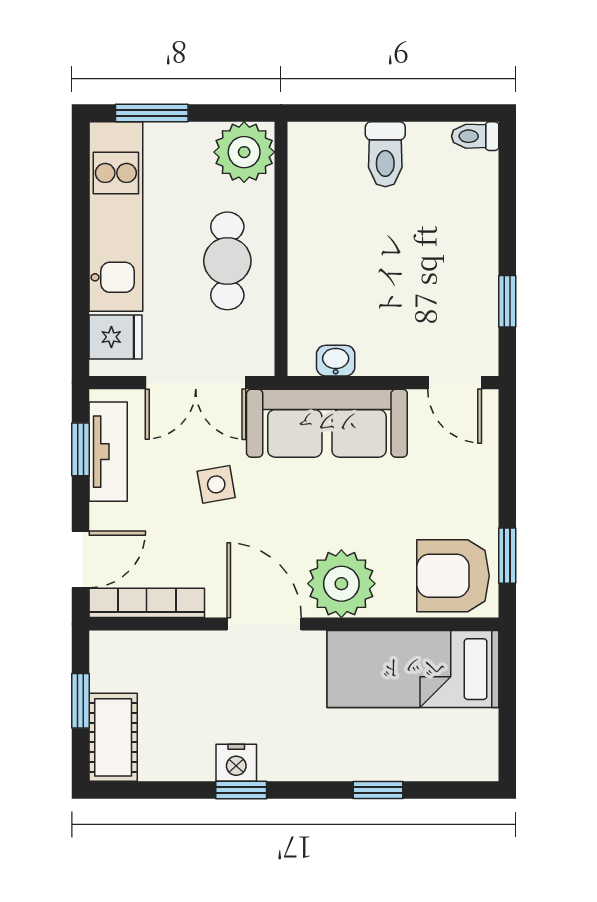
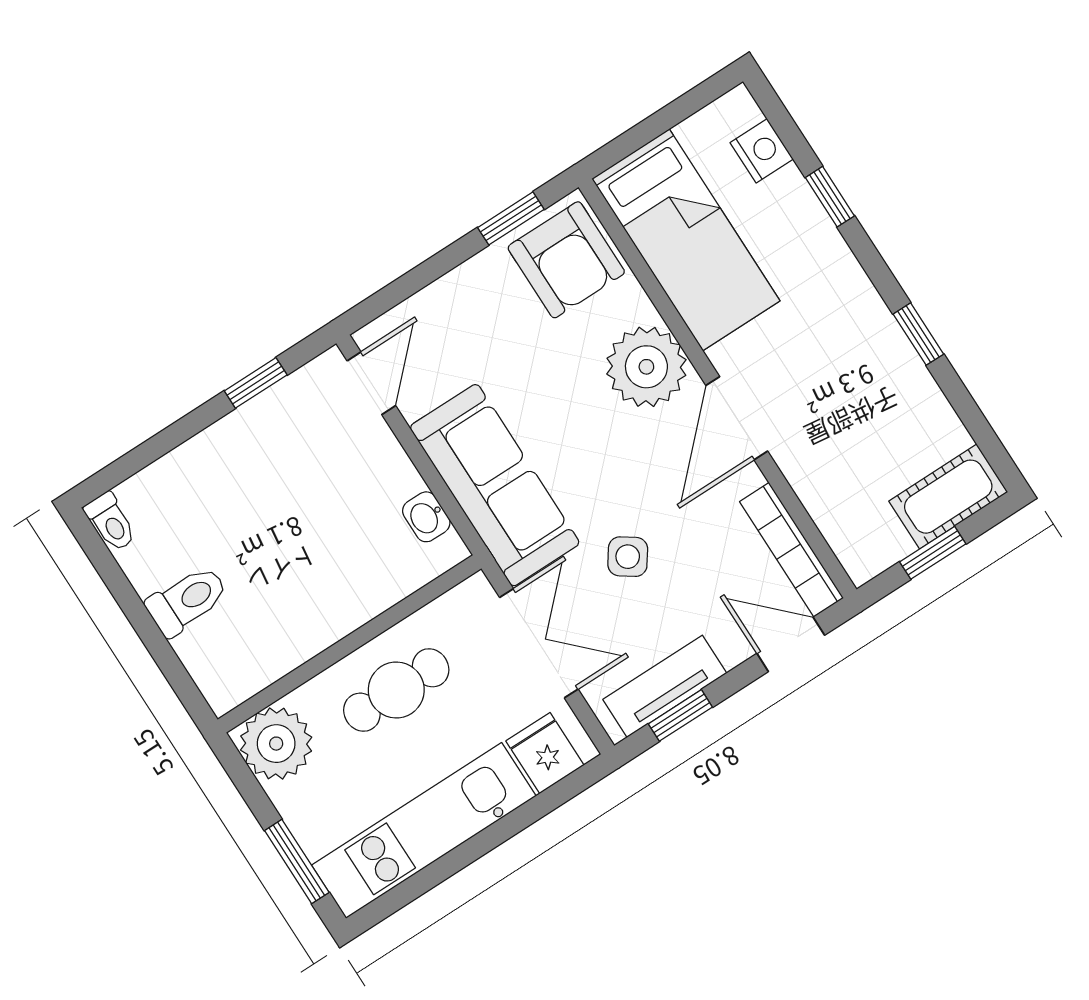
side table: (216, 484) -> (628, 557), turned 45
nightstand: (236, 763) -> (762, 151), moved

